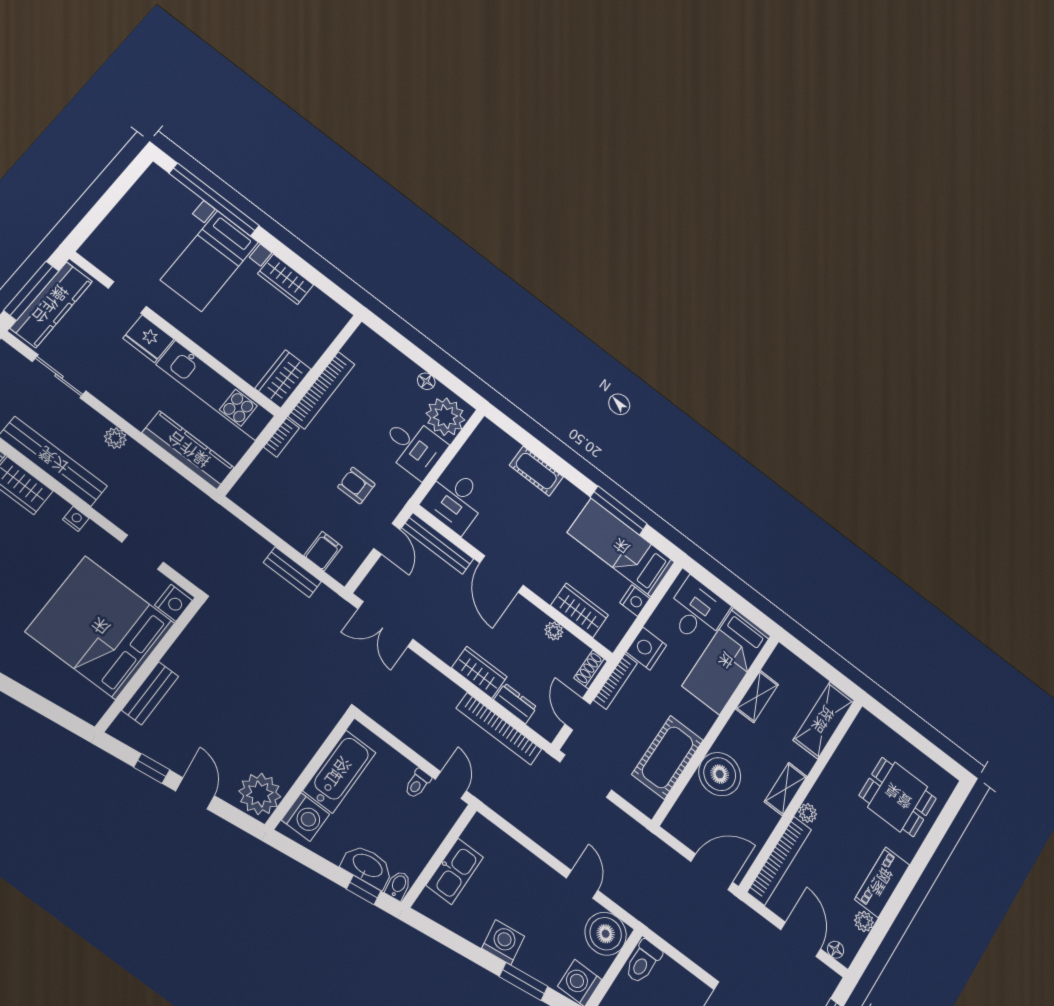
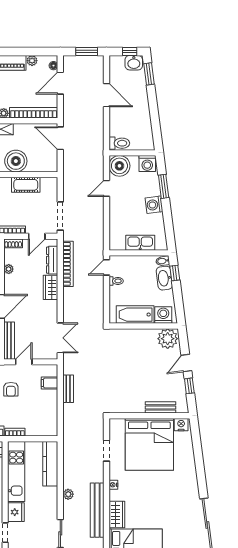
nightstand: (173, 603) -> (181, 425), moved
dresser: (515, 703) -> (52, 260), width x1.44
cot: (668, 757) -> (26, 185), width x0.73, depth x0.75

